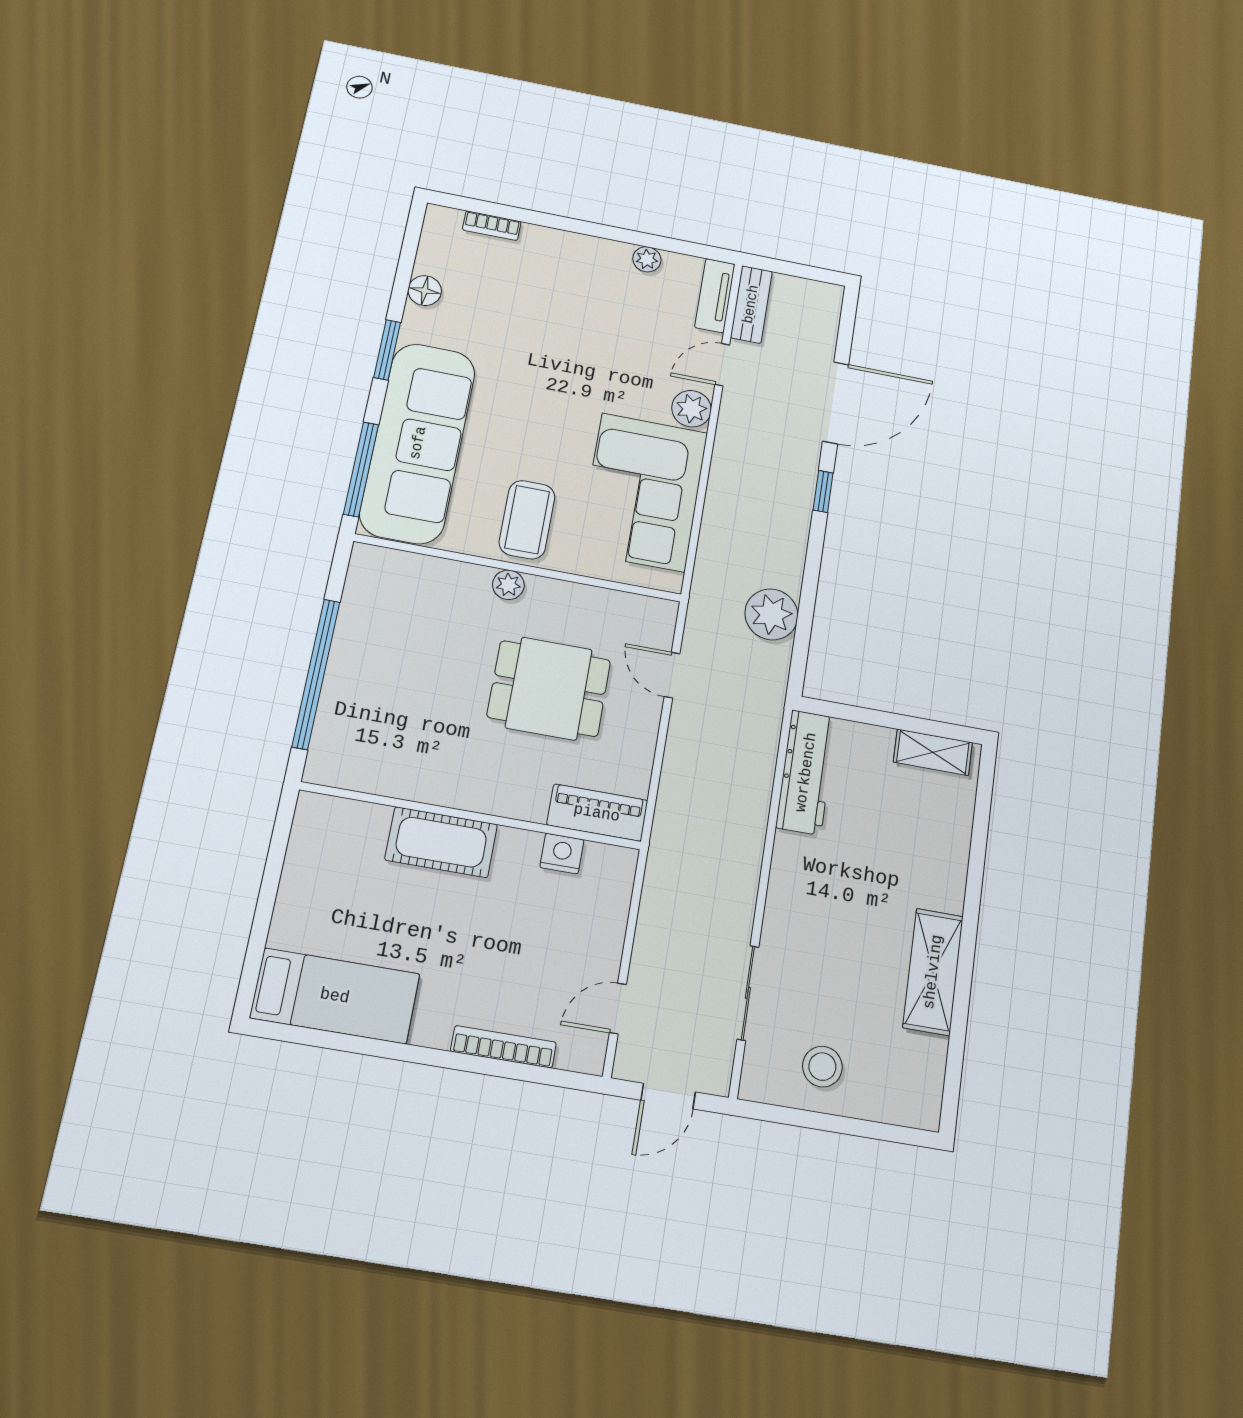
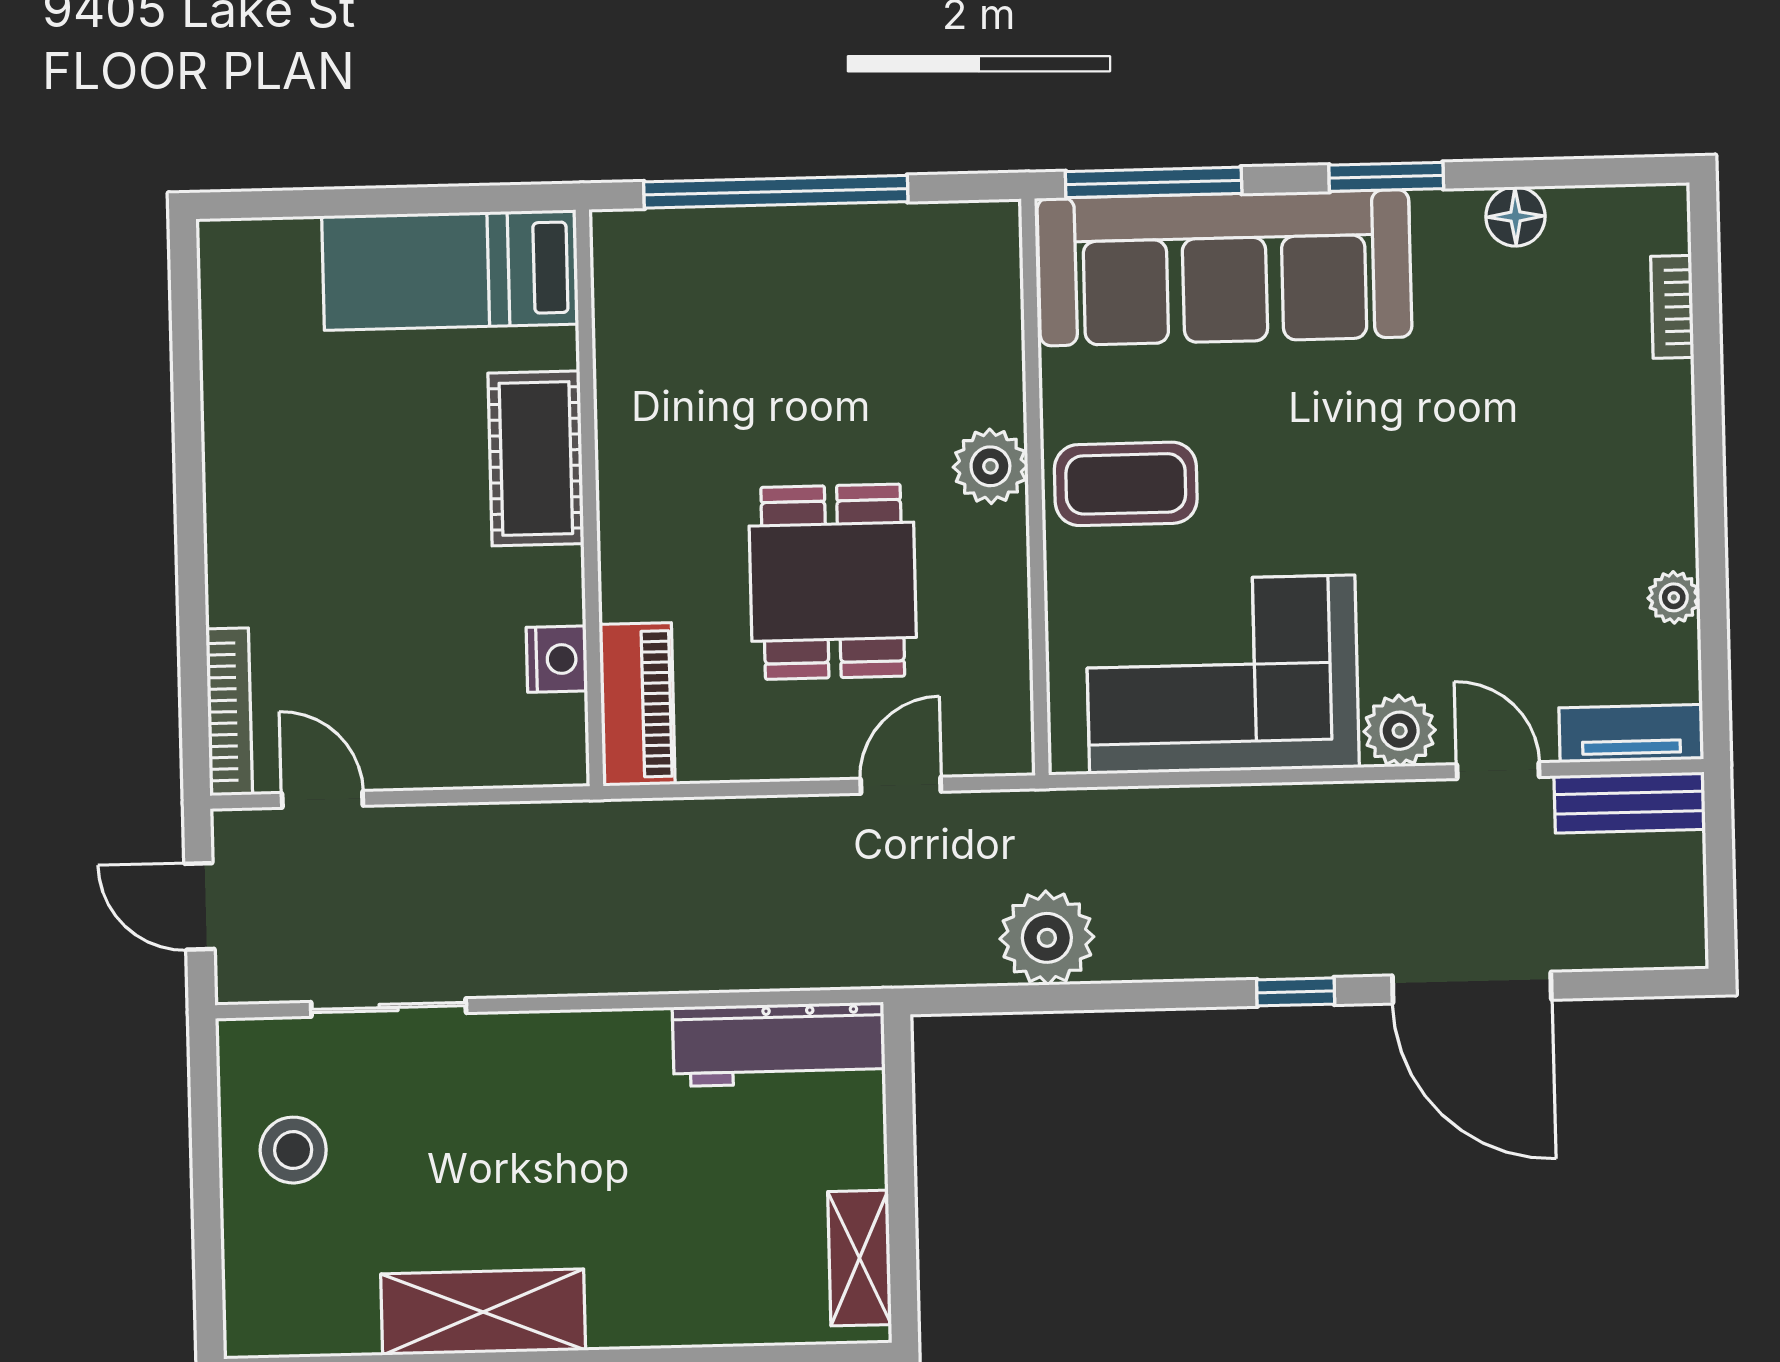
plant: (508, 585) -> (990, 466), width x1.38, depth x1.38
bed: (335, 996) -> (450, 270), moved, turned 90
bookcase: (503, 1047) -> (229, 712), moved

